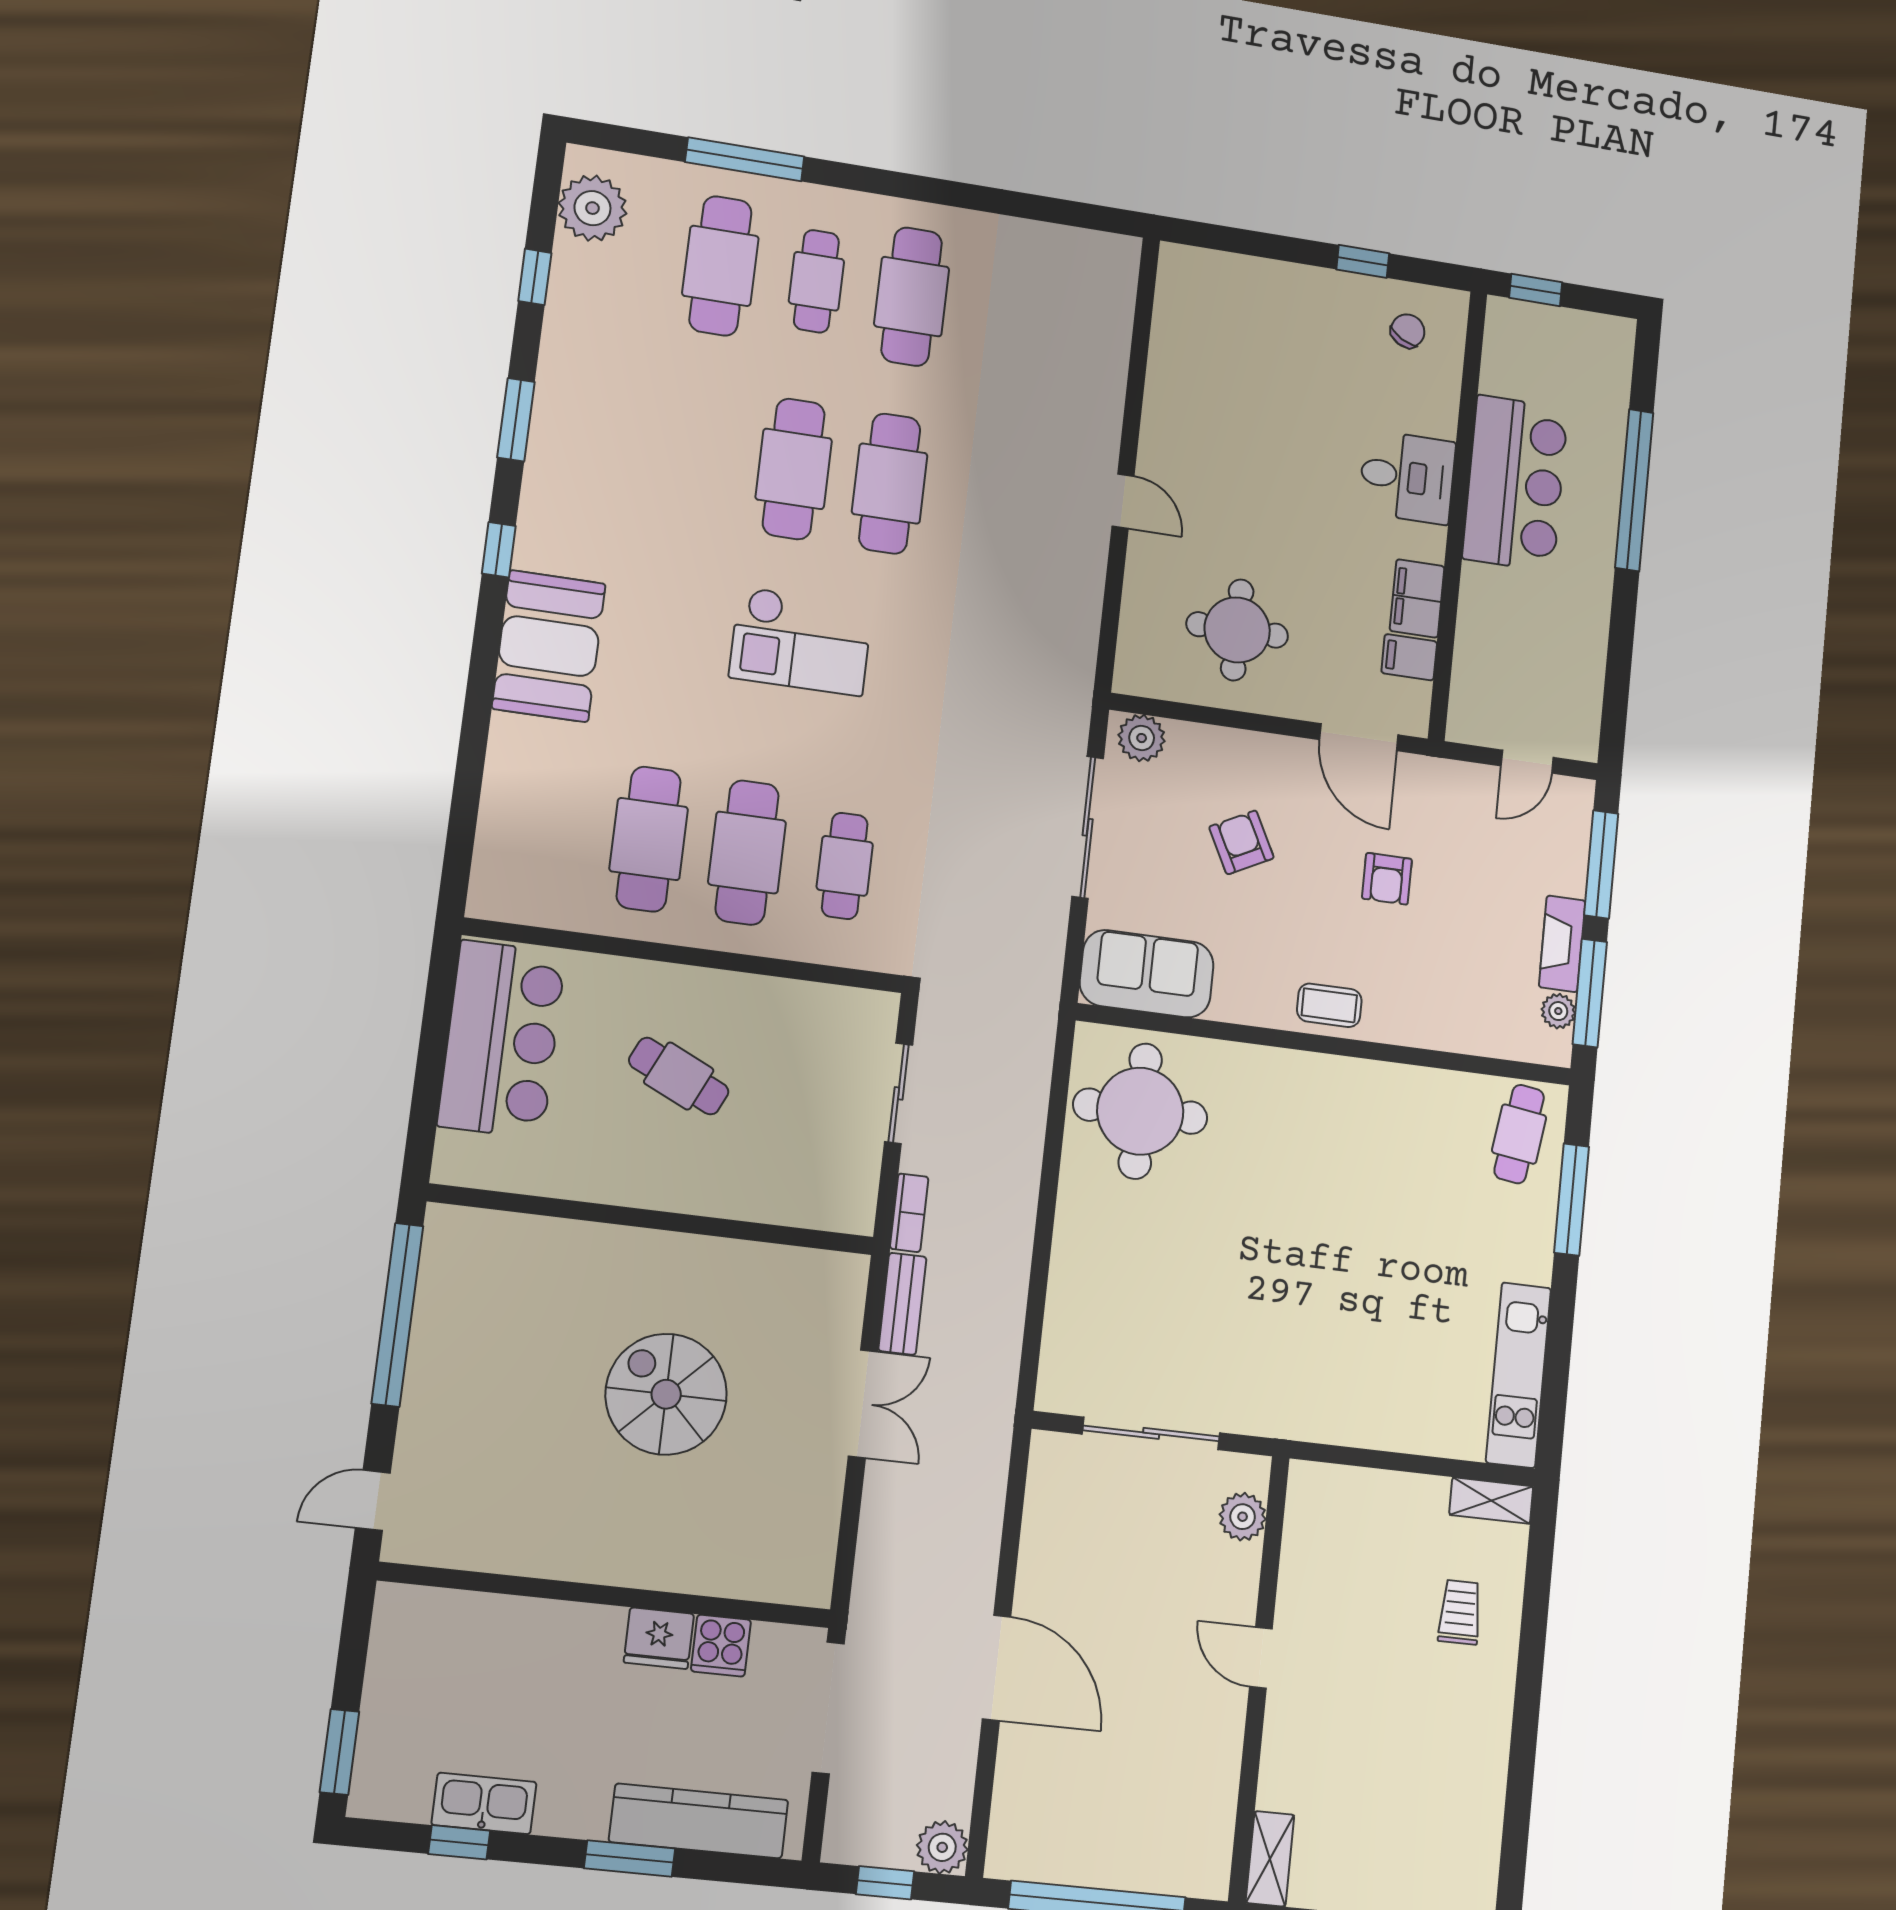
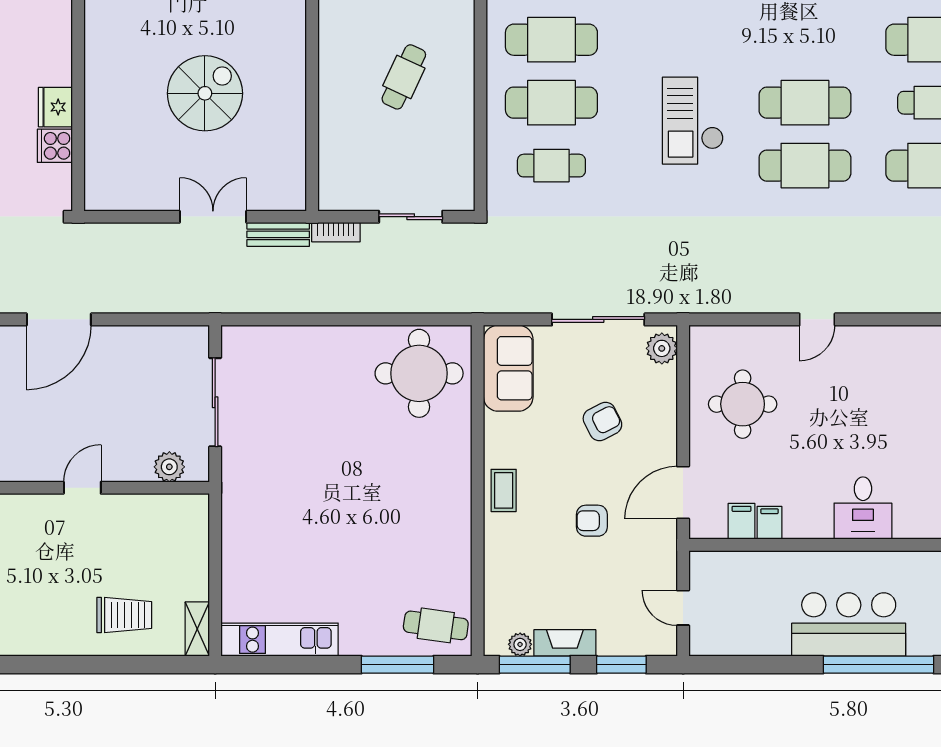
bar counter: (1515, 483) -> (849, 624), moved, turned 180
filing cabinet: (1417, 598) -> (769, 523), width x0.50
window: (1601, 864) -> (621, 665), width x0.69
double door: (863, 1404) -> (213, 217), swing flipped
trolley: (1460, 1612) -> (124, 615), width x1.36, depth x1.39

